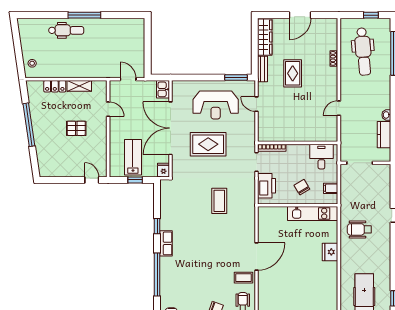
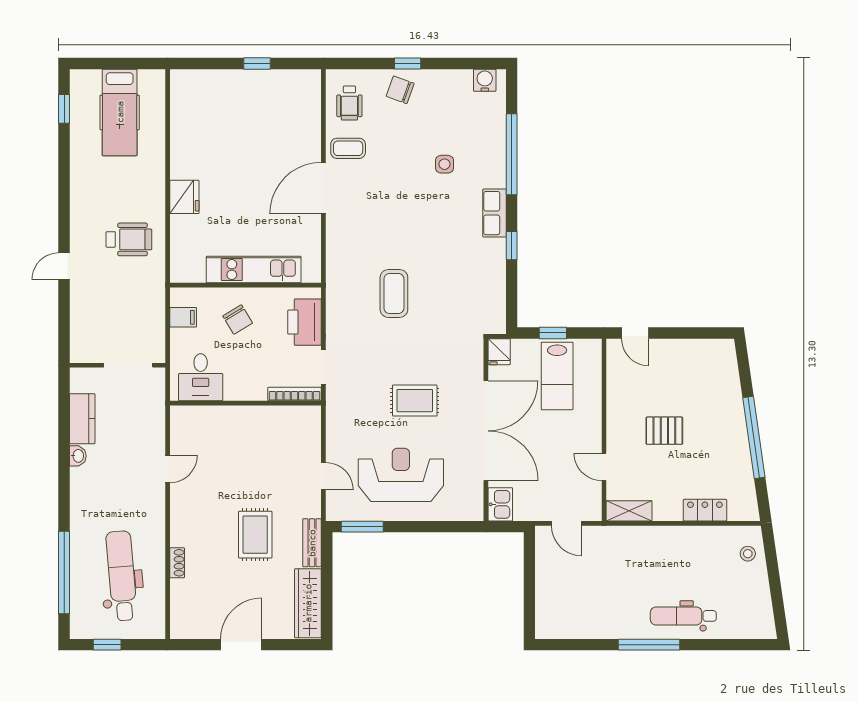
shelving: (79, 86) -> (629, 511), moved
rug: (208, 144) -> (415, 401), width x0.73, depth x0.70
kitchen unit: (313, 214) -> (254, 270), moved
side table: (193, 269) -> (444, 164), added

